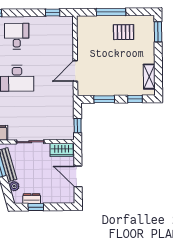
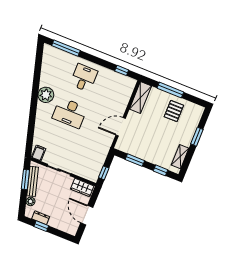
shelving: (83, 32) -> (140, 97), added
pallet: (124, 32) -> (174, 111), turned 90
window: (158, 32) -> (197, 137), moved

